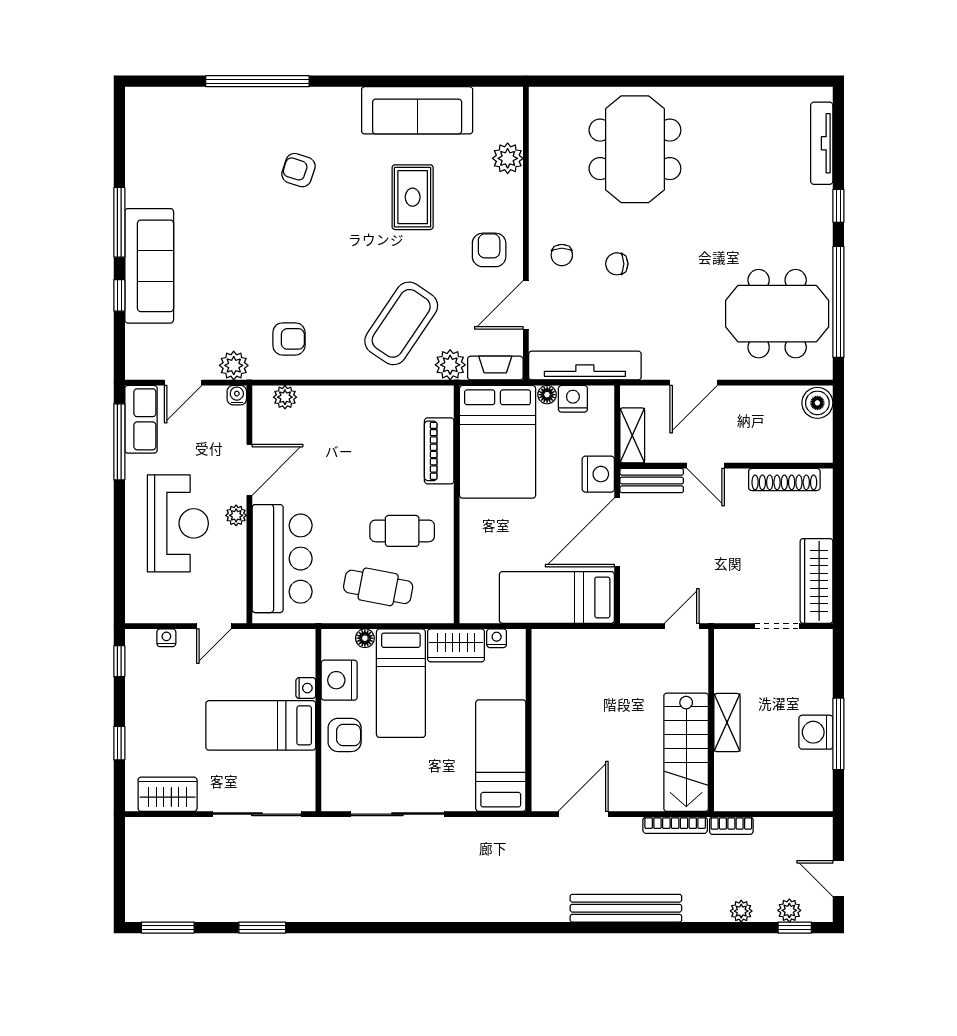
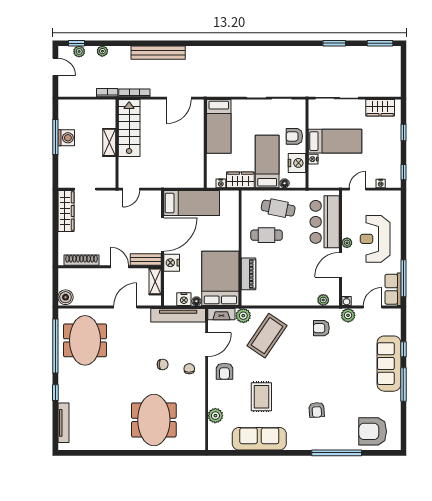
armchair: (183, 126) -> (373, 431), added
armchair: (298, 170) -> (317, 410), turned 68
meeting table: (777, 314) -> (85, 340), turned 90

